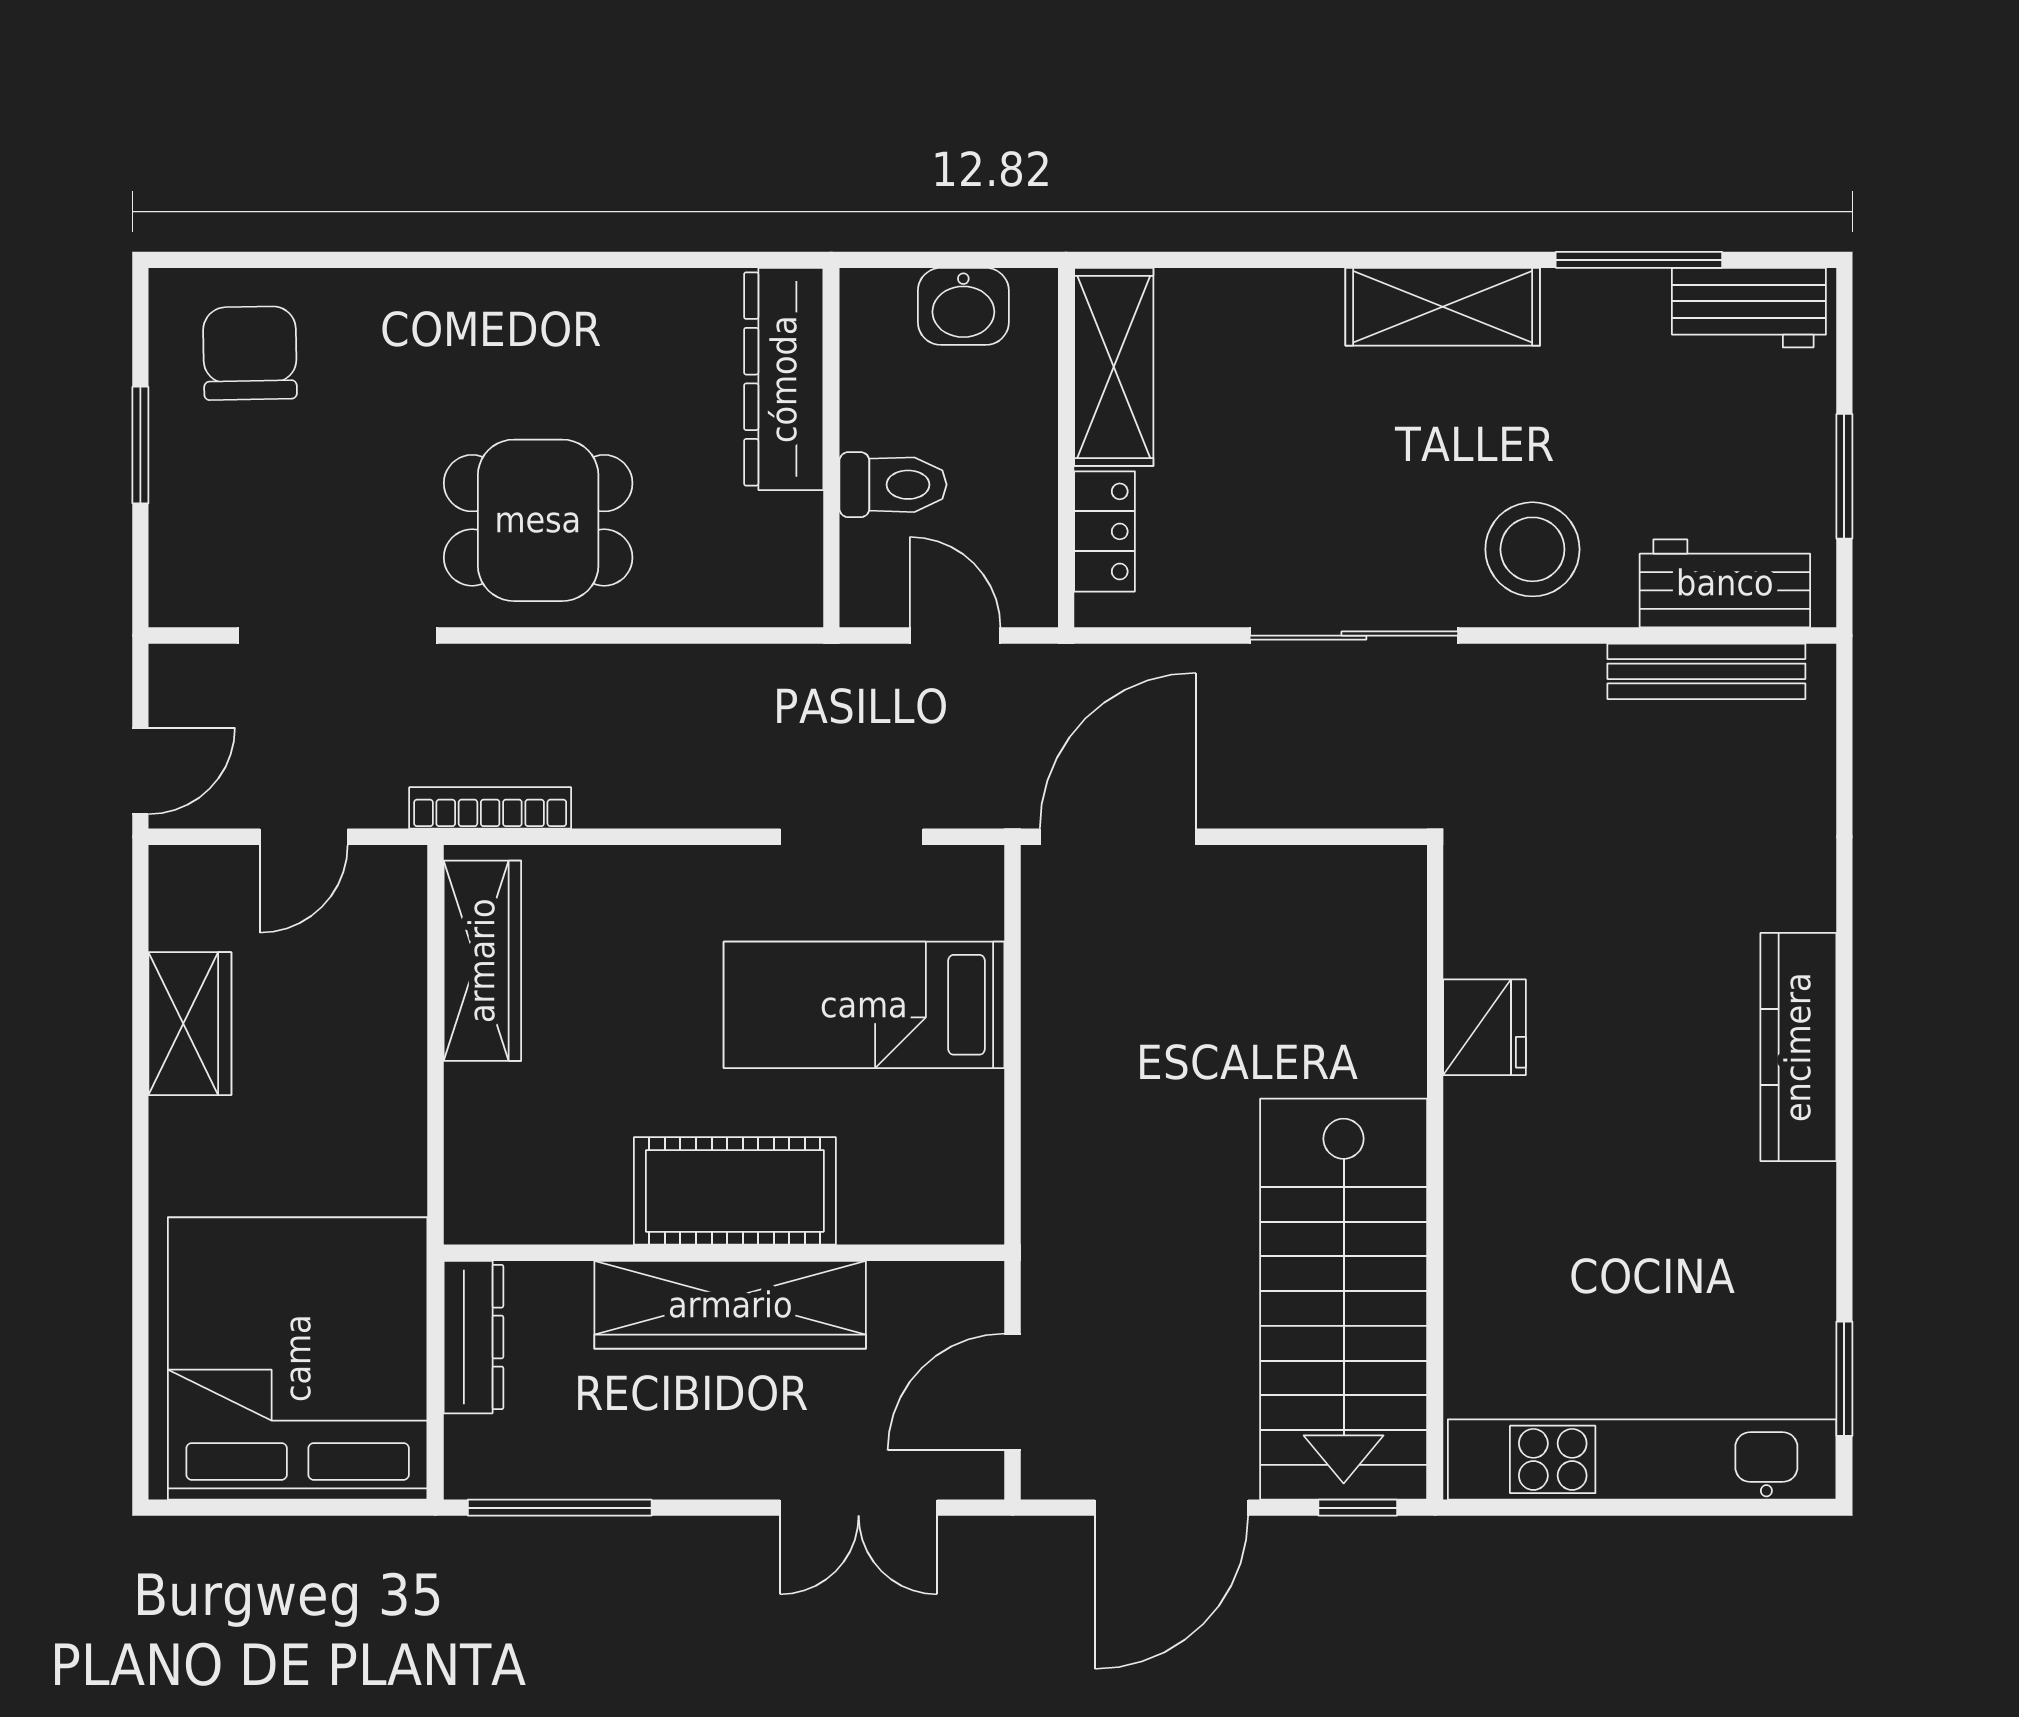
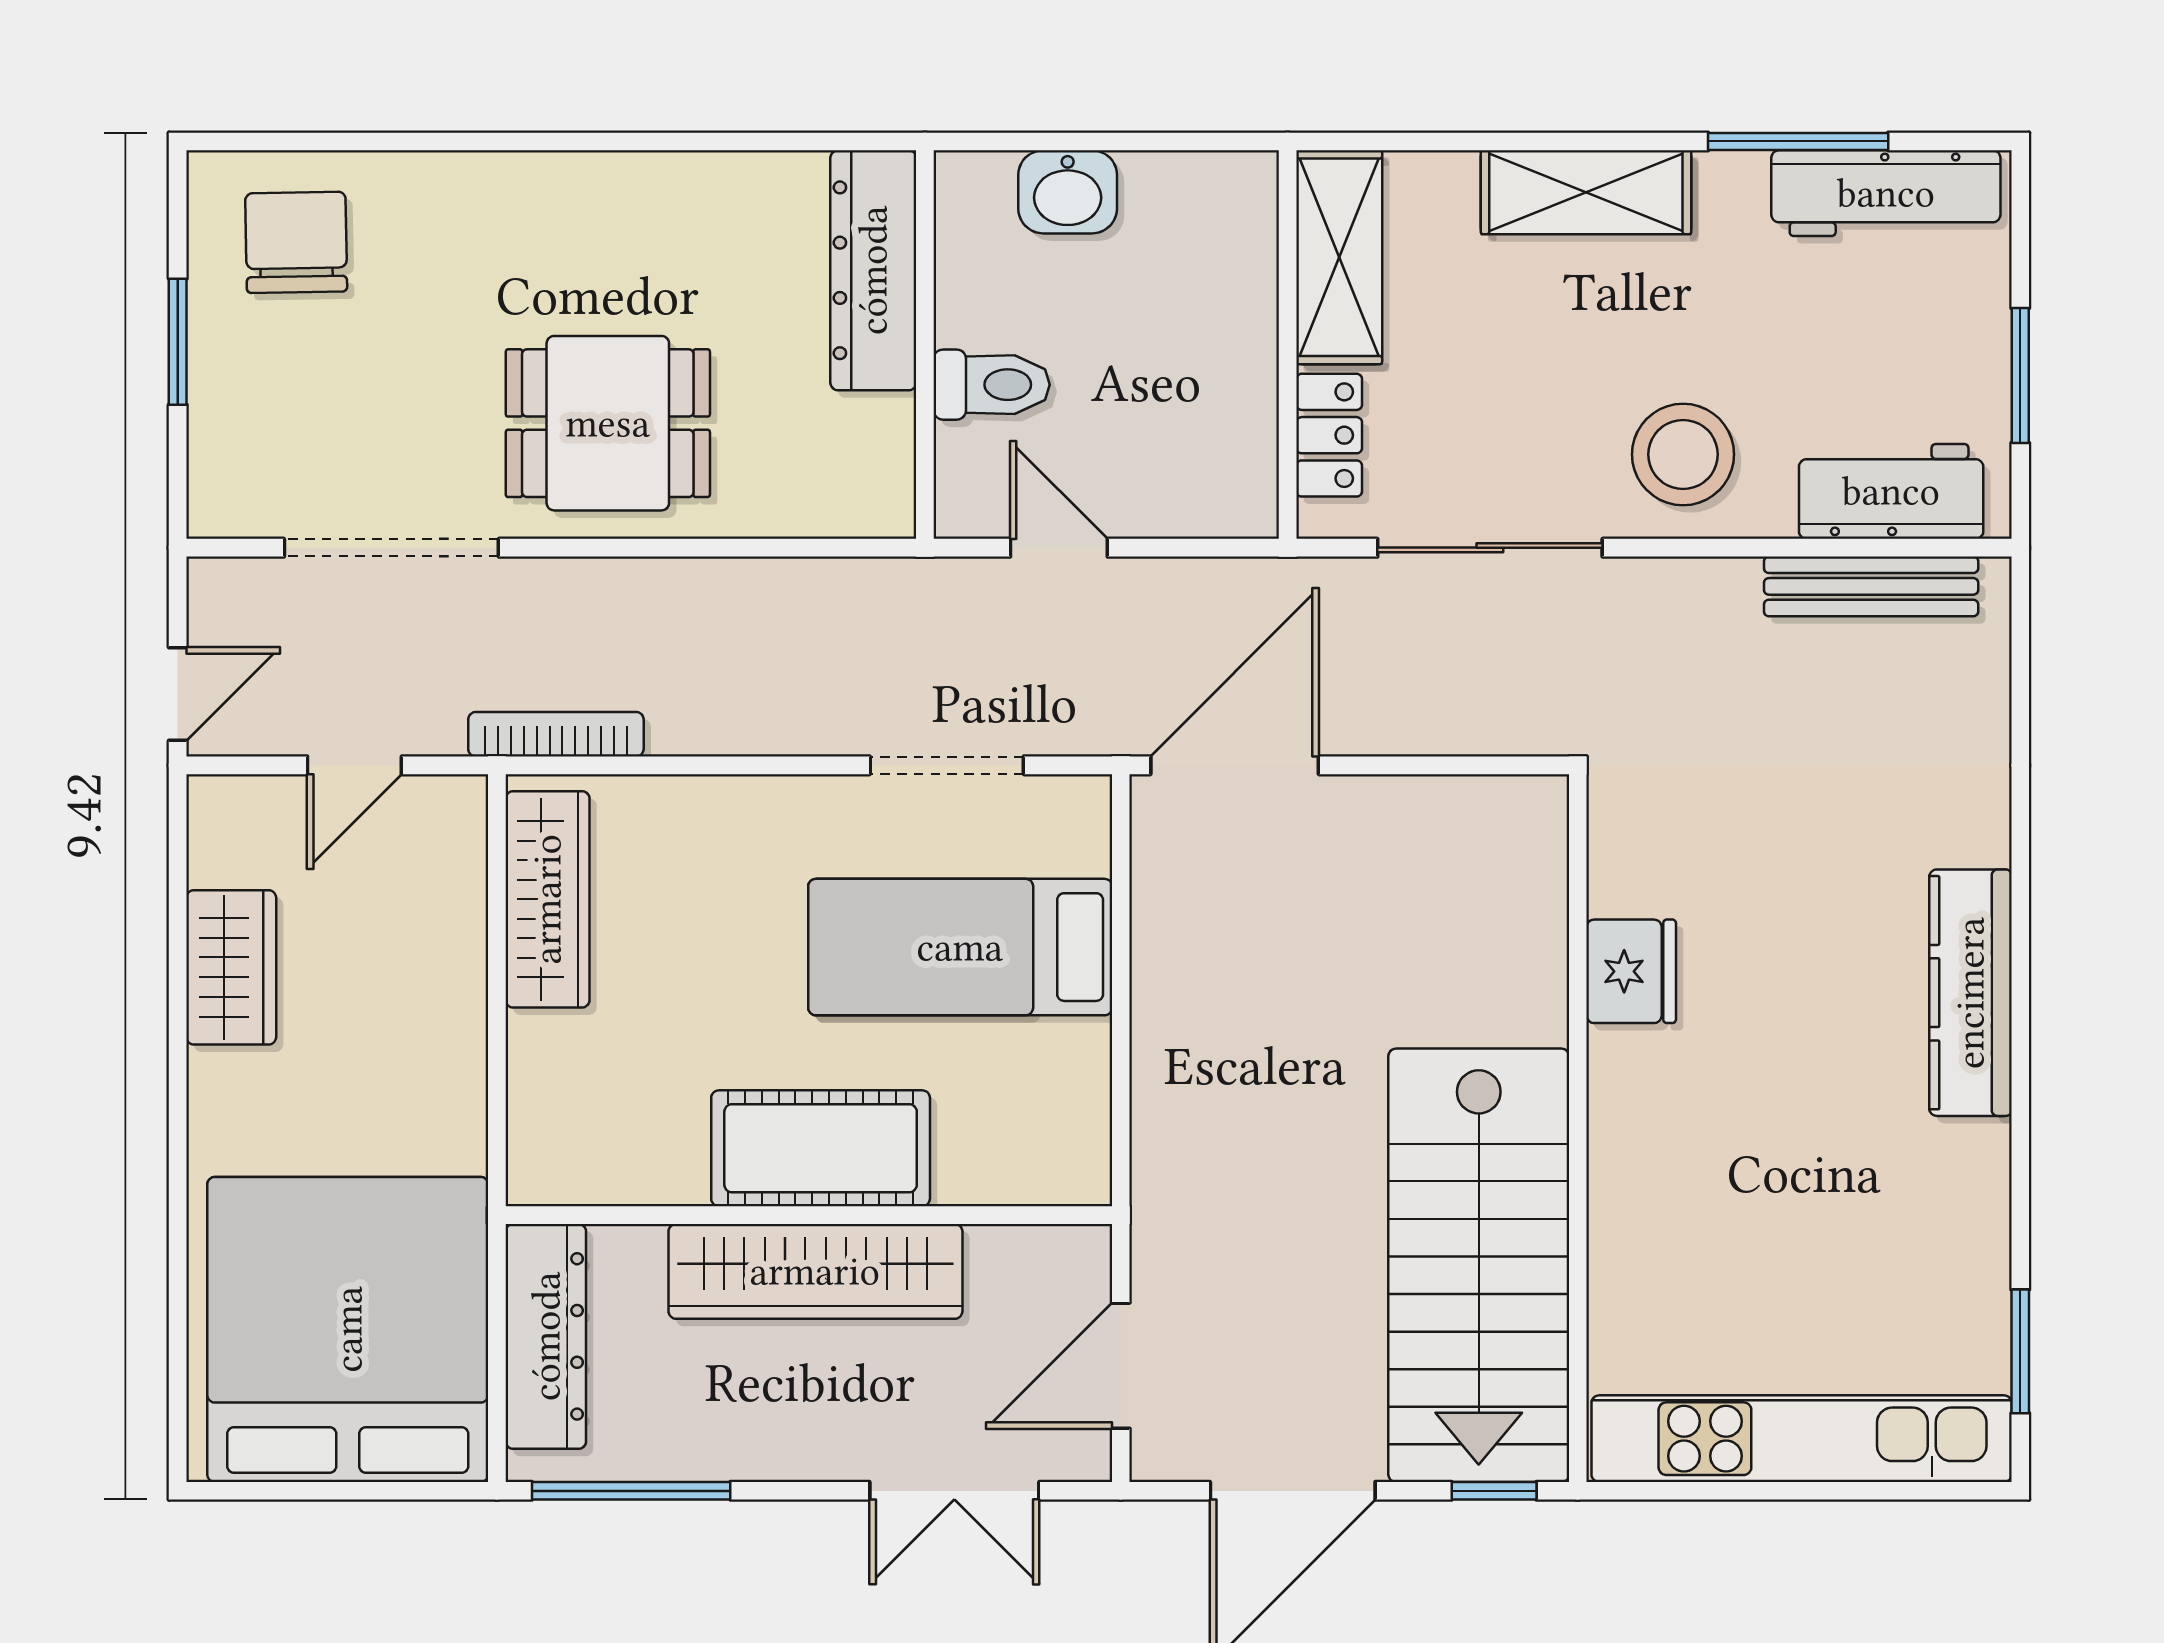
workbench: (1749, 308) -> (1886, 193), width x1.38
shelving: (1114, 367) -> (1339, 257), moved
wall: (1066, 448) -> (1288, 345), moved
locker: (1105, 531) -> (1329, 435), moved
dresser: (473, 1337) -> (546, 1336), width x1.37, depth x1.24

